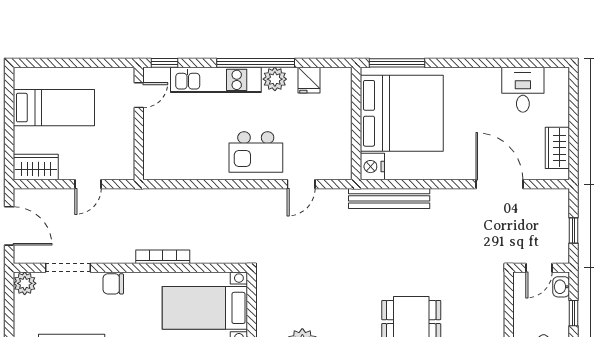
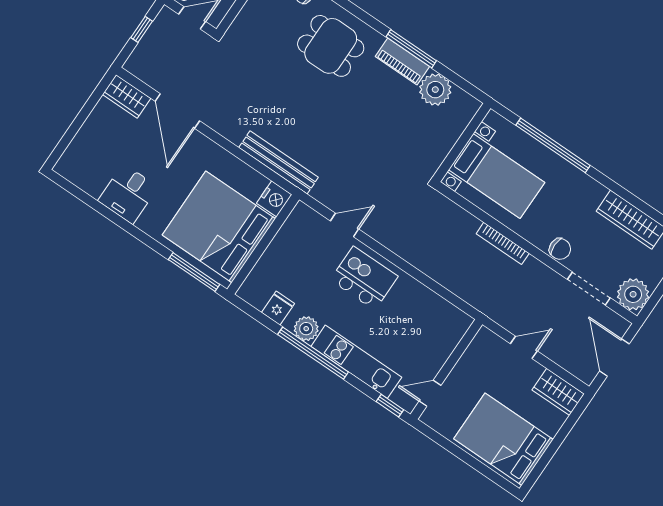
desk: (523, 90) -> (128, 194), moved
bed: (54, 108) -> (503, 439), width x1.50
wardrobe: (557, 148) -> (127, 96), moved, turned 90
plant: (25, 283) -> (633, 294), width x1.36, depth x1.36

